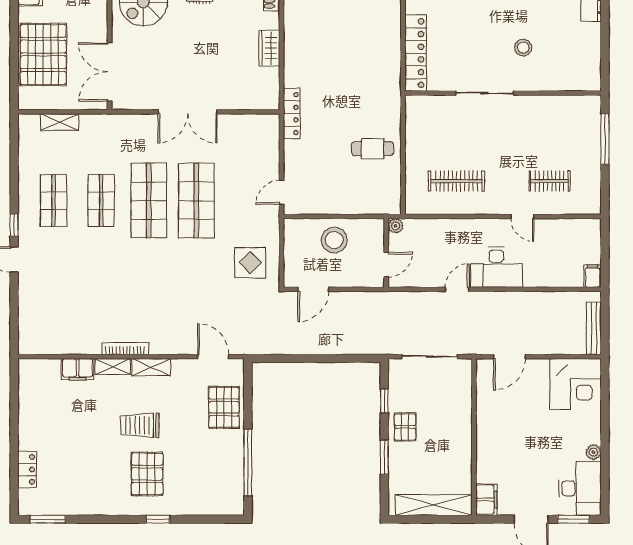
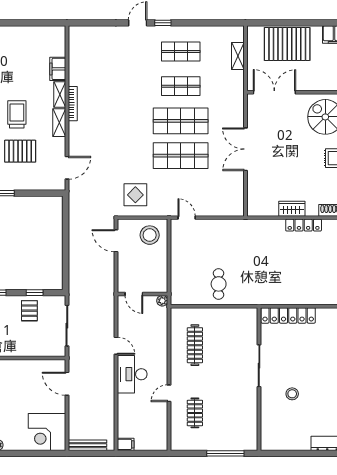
locker: (292, 114) -> (304, 225), moved
stool: (334, 240) -> (150, 235), moved
pallet: (224, 407) -> (20, 151), moved
pallet: (405, 427) -> (29, 311), moved, turned 90

